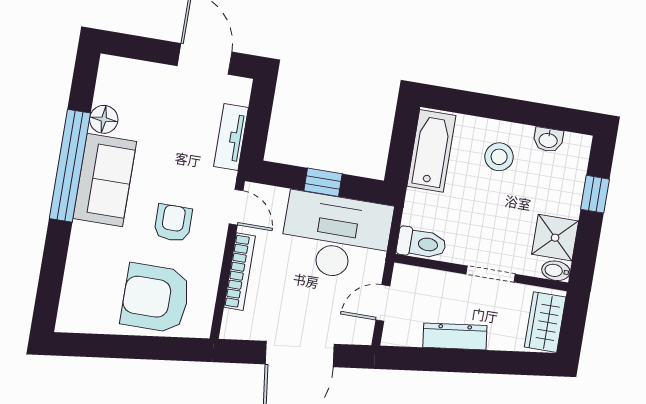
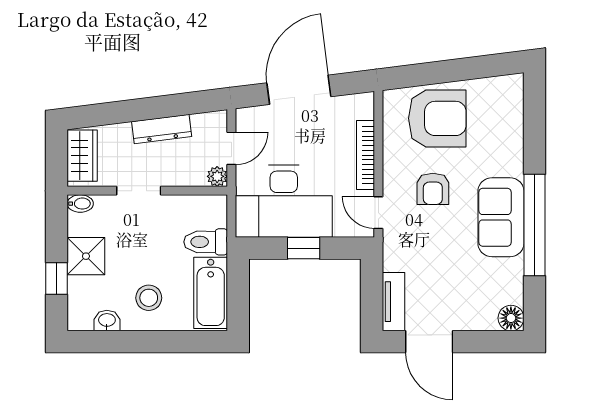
floor lamp: (104, 119) -> (511, 318), moved
tv unit: (231, 137) -> (394, 302), moved
shower: (555, 238) -> (86, 256), moved
toilet: (421, 243) -> (206, 242), moved
plant: (403, 275) -> (217, 176), added

